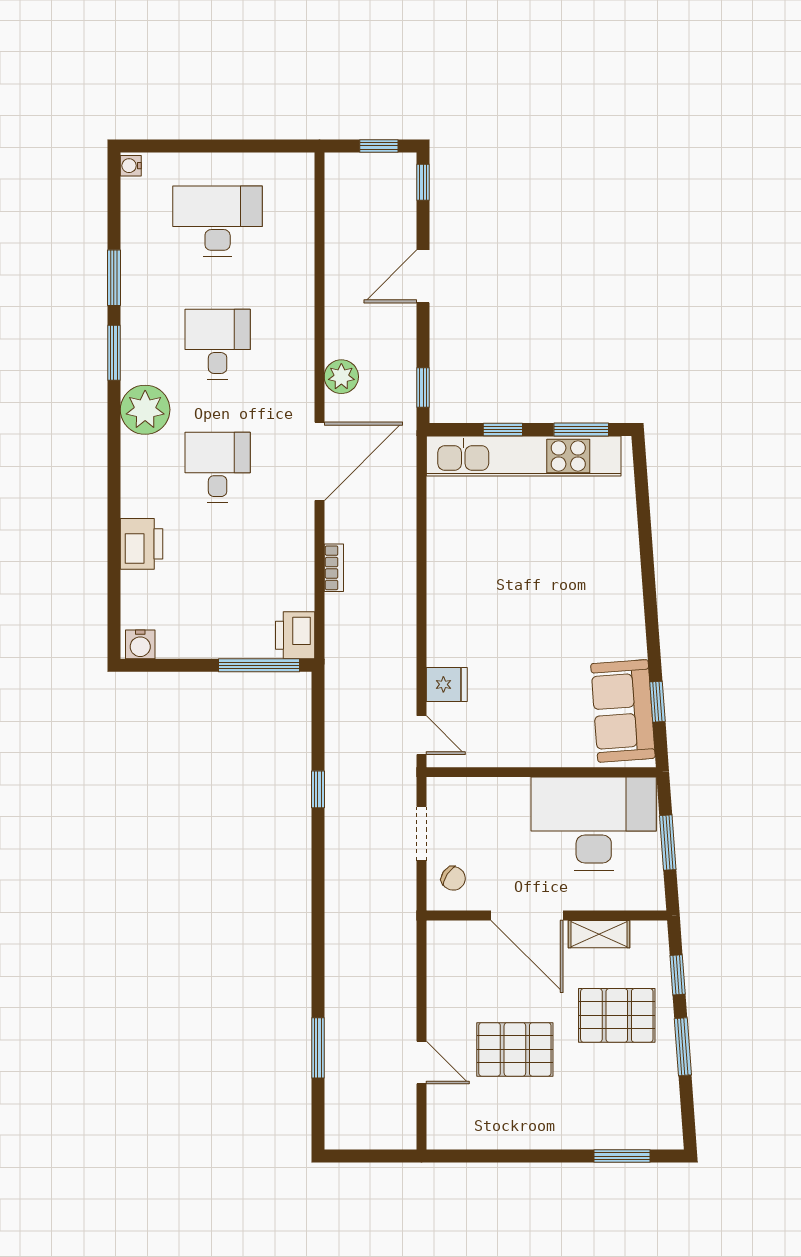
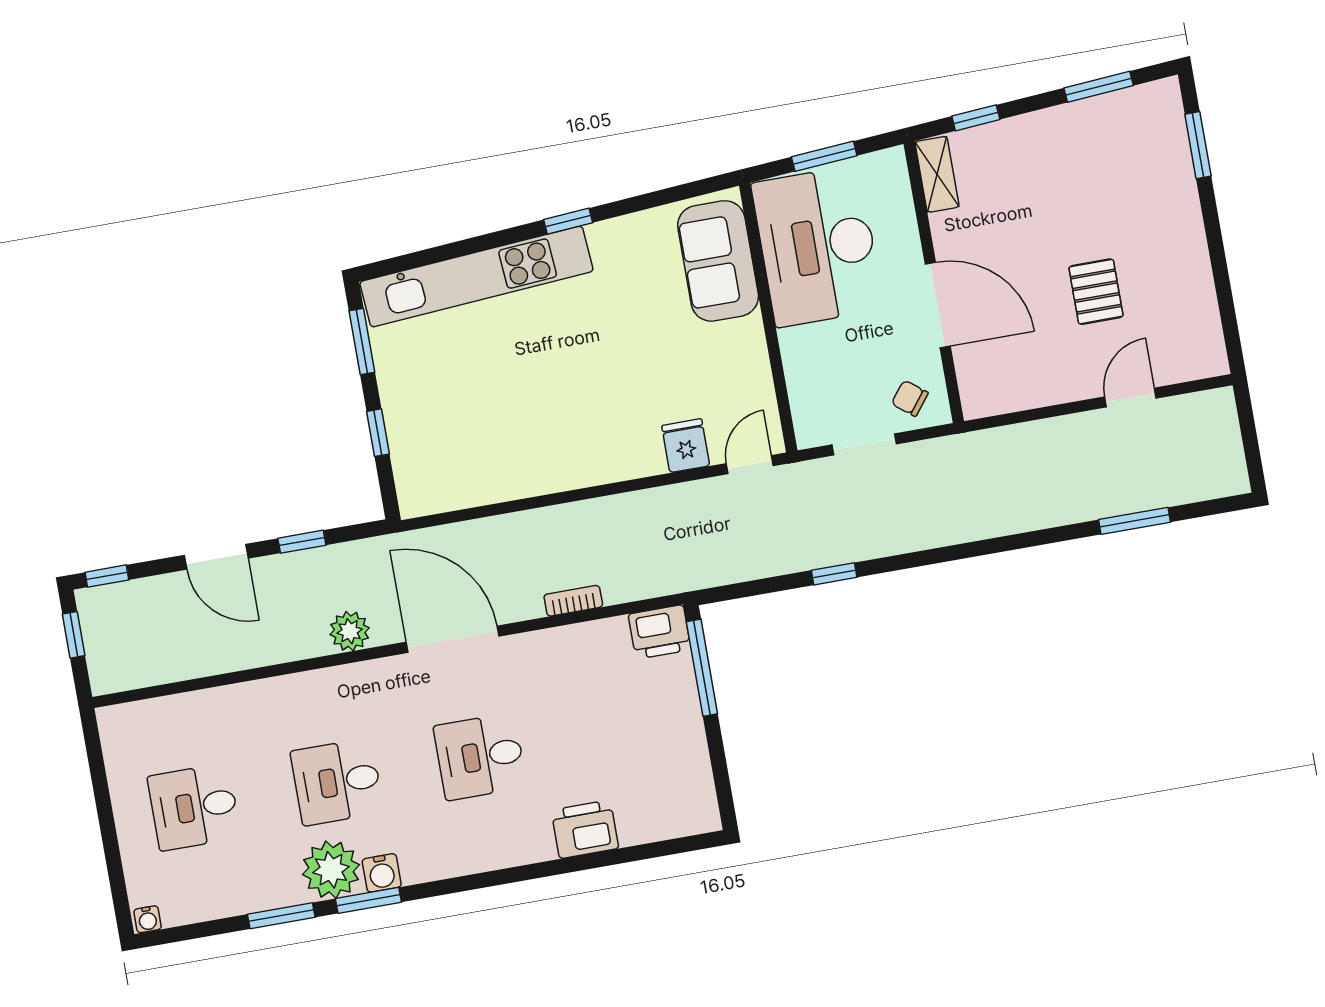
desk: (218, 221) -> (194, 807), width x0.73
window: (423, 388) -> (302, 542), moved
plant: (145, 410) -> (331, 870), moved
kitchen unit: (524, 456) -> (476, 277), moved, turned 86
water cooler: (140, 644) -> (382, 873), moved, turned 90
window: (657, 702) -> (568, 221), moved
sofa: (623, 711) -> (718, 261), moved, turned 94
chair: (453, 878) -> (910, 398), turned -86
door: (527, 915) -> (938, 305), hinge flipped
shelving: (599, 934) -> (937, 174), moved
pallet: (617, 1015) -> (1036, 180), removed
window: (683, 1047) -> (1099, 87), moved
pallet: (515, 1049) -> (1096, 292), width x0.67, depth x0.71

